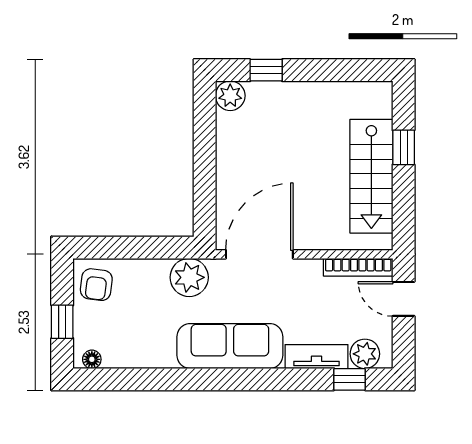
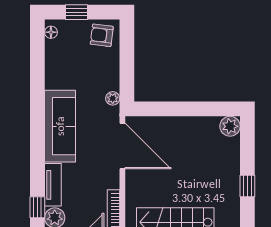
window: (266, 70) -> (247, 186), moved
plant: (189, 277) -> (113, 98), width x0.53, depth x0.53

